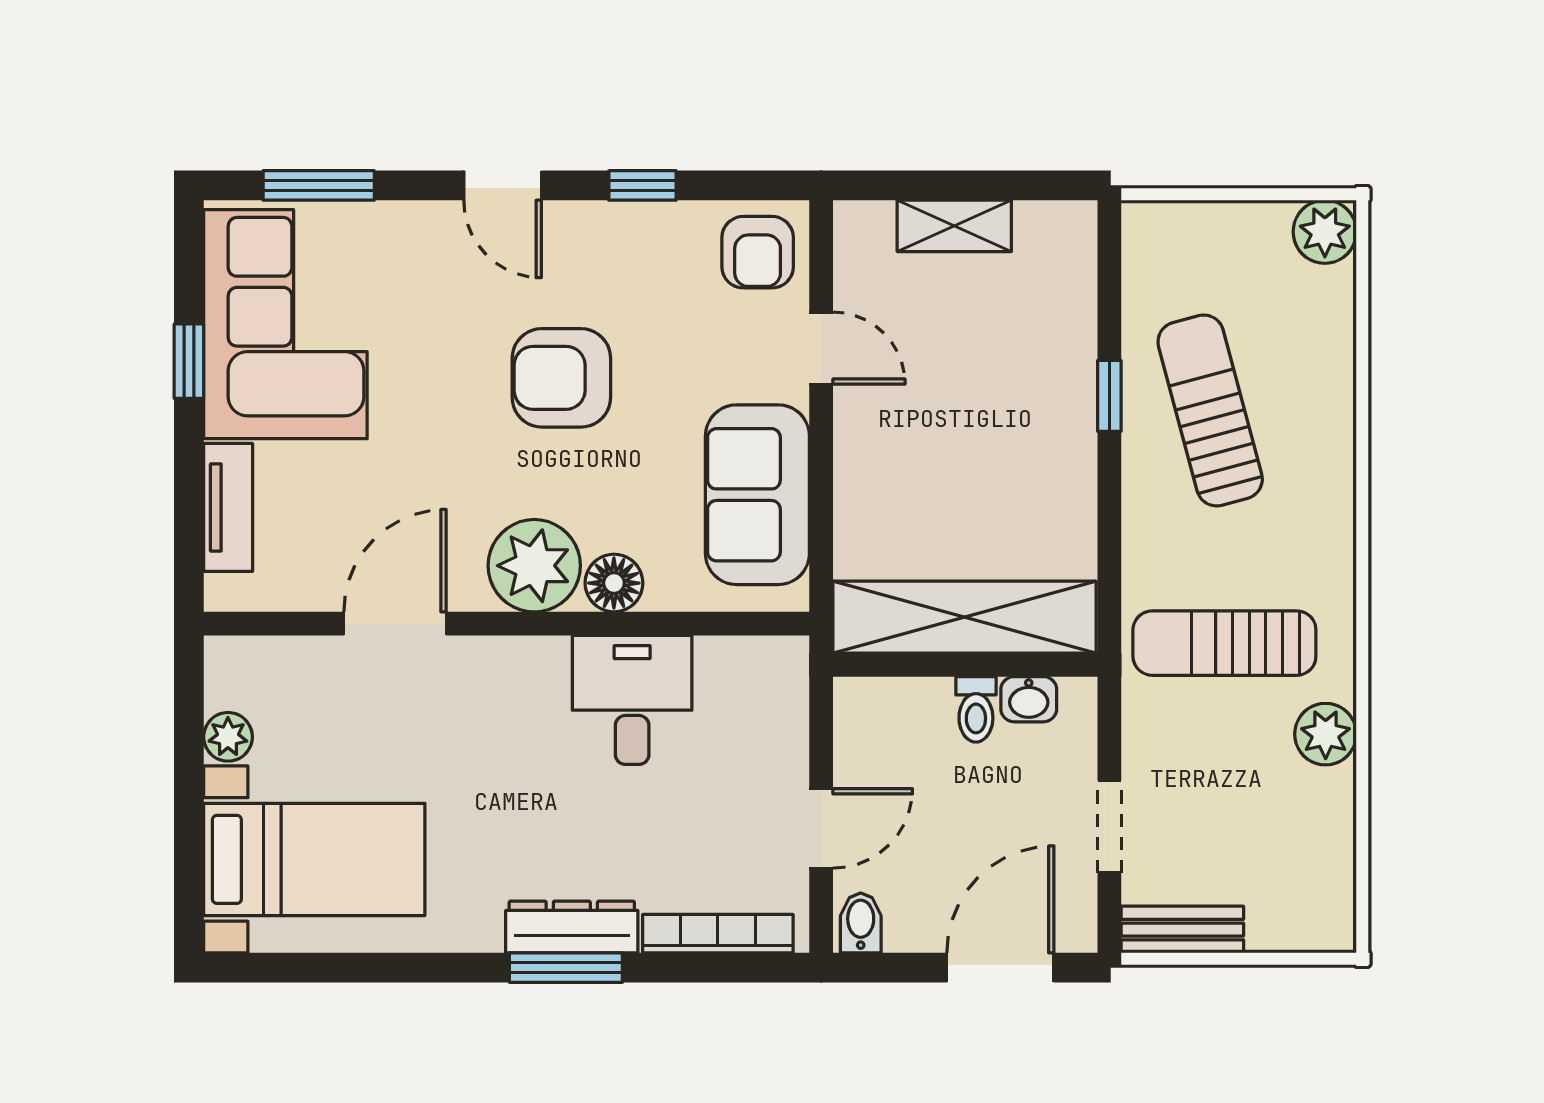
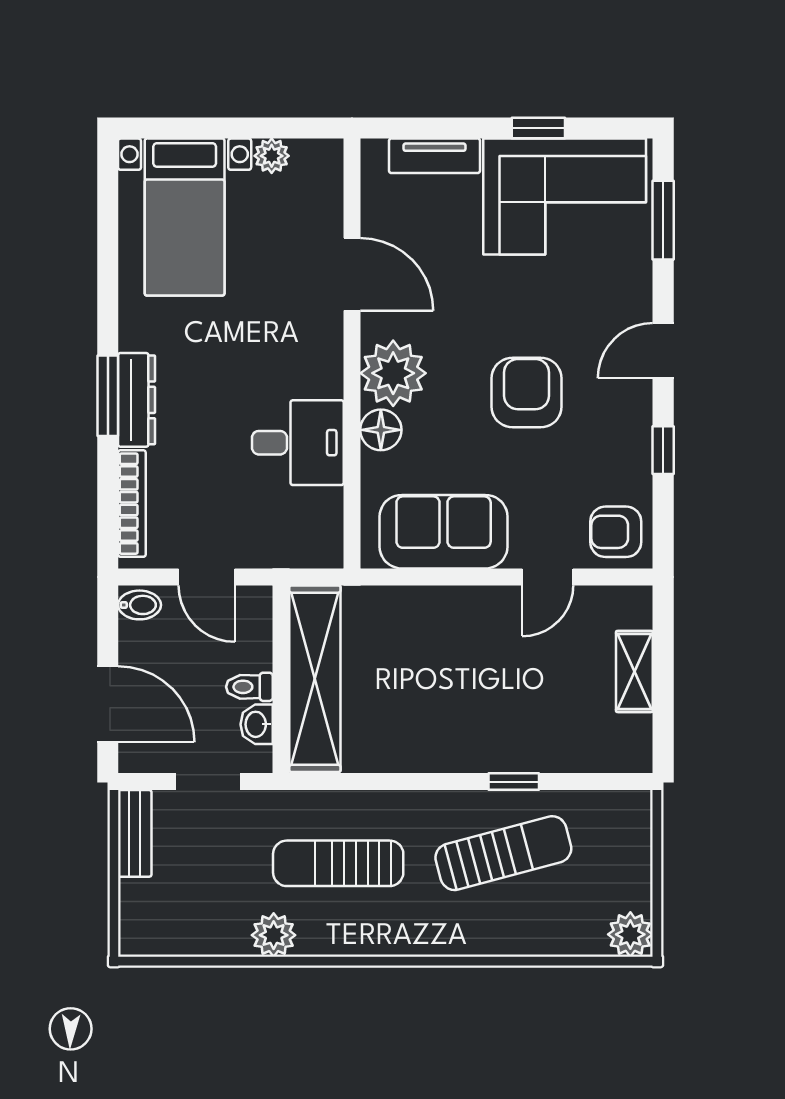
shelving: (965, 617) -> (315, 679), moved
sun lounger: (1224, 643) -> (338, 863), turned -90
wall: (965, 665) -> (281, 679), moved
washbasin: (1029, 699) -> (257, 724), moved
toilet: (976, 709) -> (249, 687), moved

